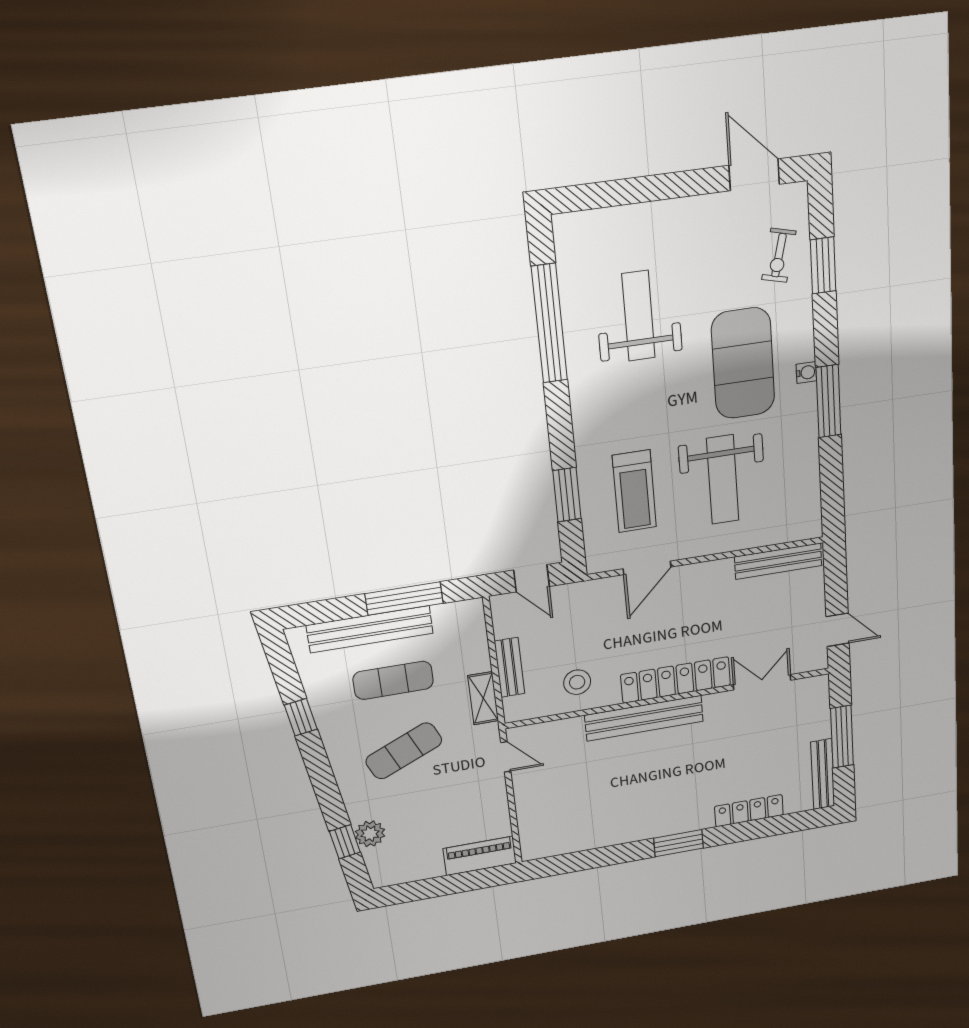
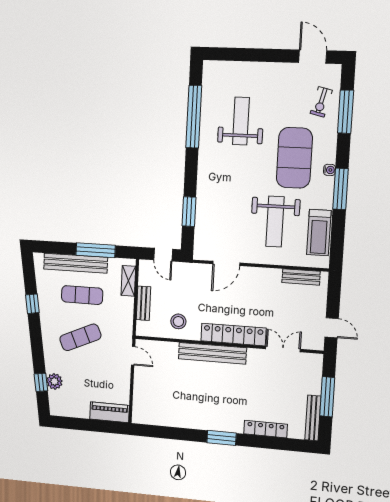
window: (823, 265) -> (345, 112), width x1.44
treadmill: (634, 491) -> (319, 232), moved
bench: (778, 561) -> (301, 277), width x0.73
shelving: (483, 698) -> (128, 281), moved

